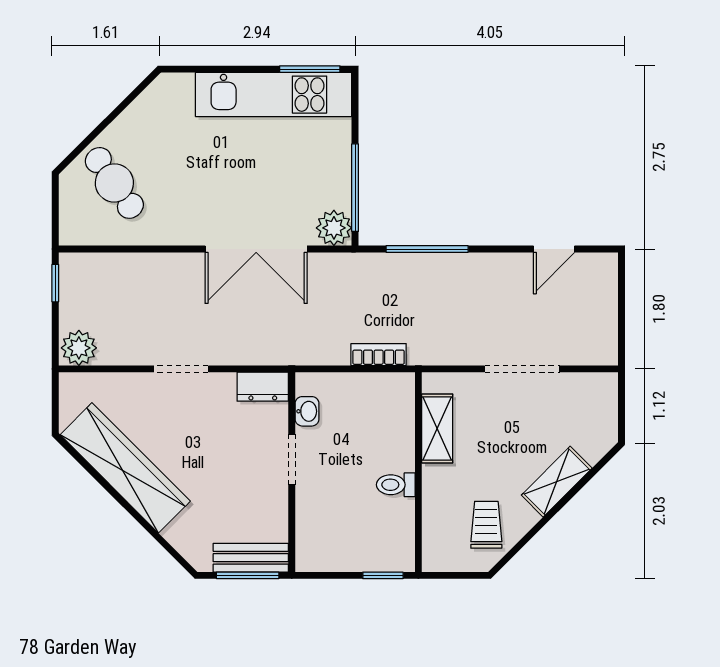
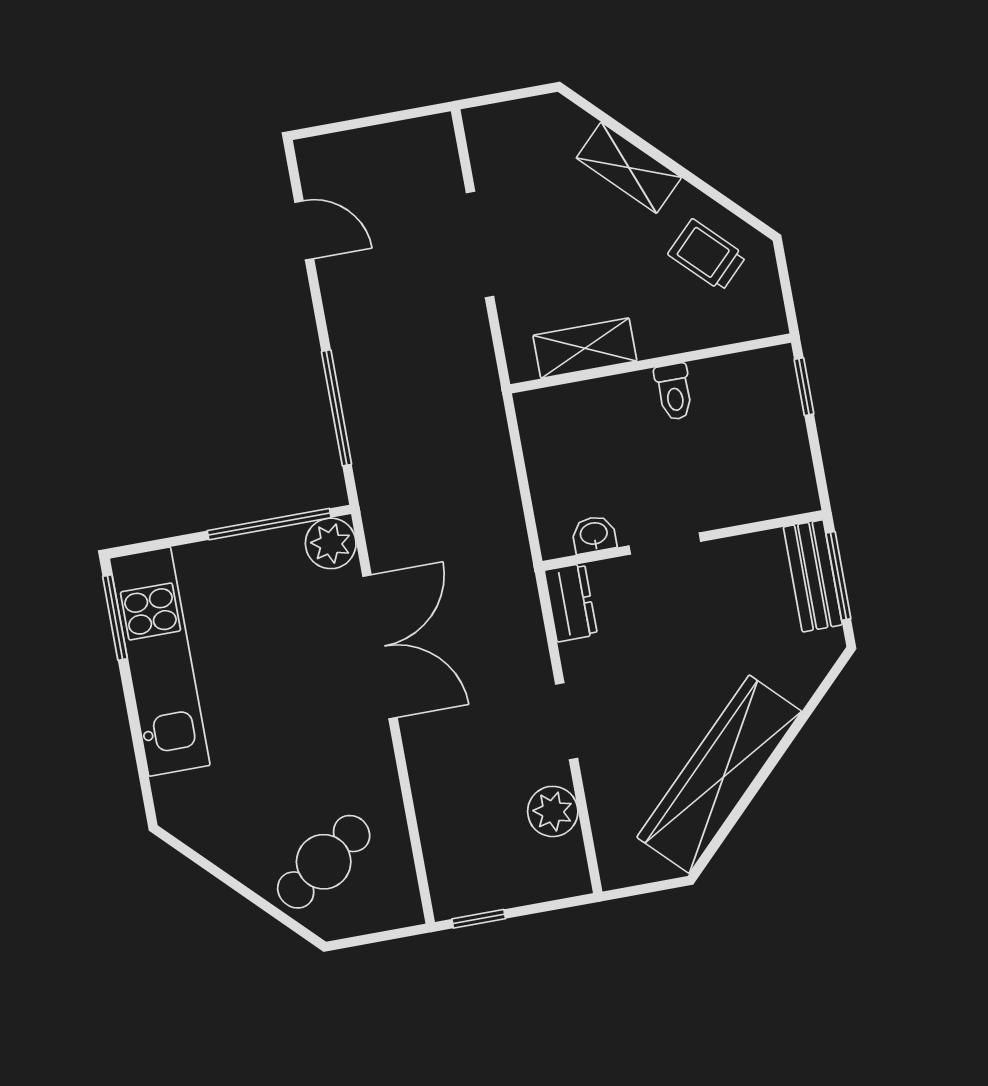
plant: (79, 348) -> (553, 811), moved
bookcase: (379, 355) -> (496, 449), removed
trolley: (486, 525) -> (707, 255), turned 45

